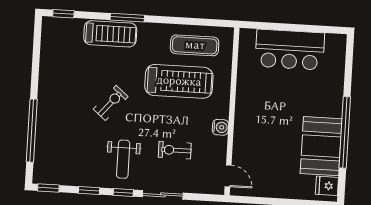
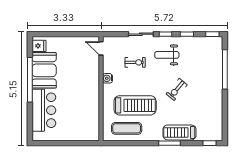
bar counter: (290, 50) -> (44, 110), moved, turned 90
treadmill: (179, 81) -> (135, 105), turned 180
weight bench: (123, 159) -> (167, 55), turned -90

